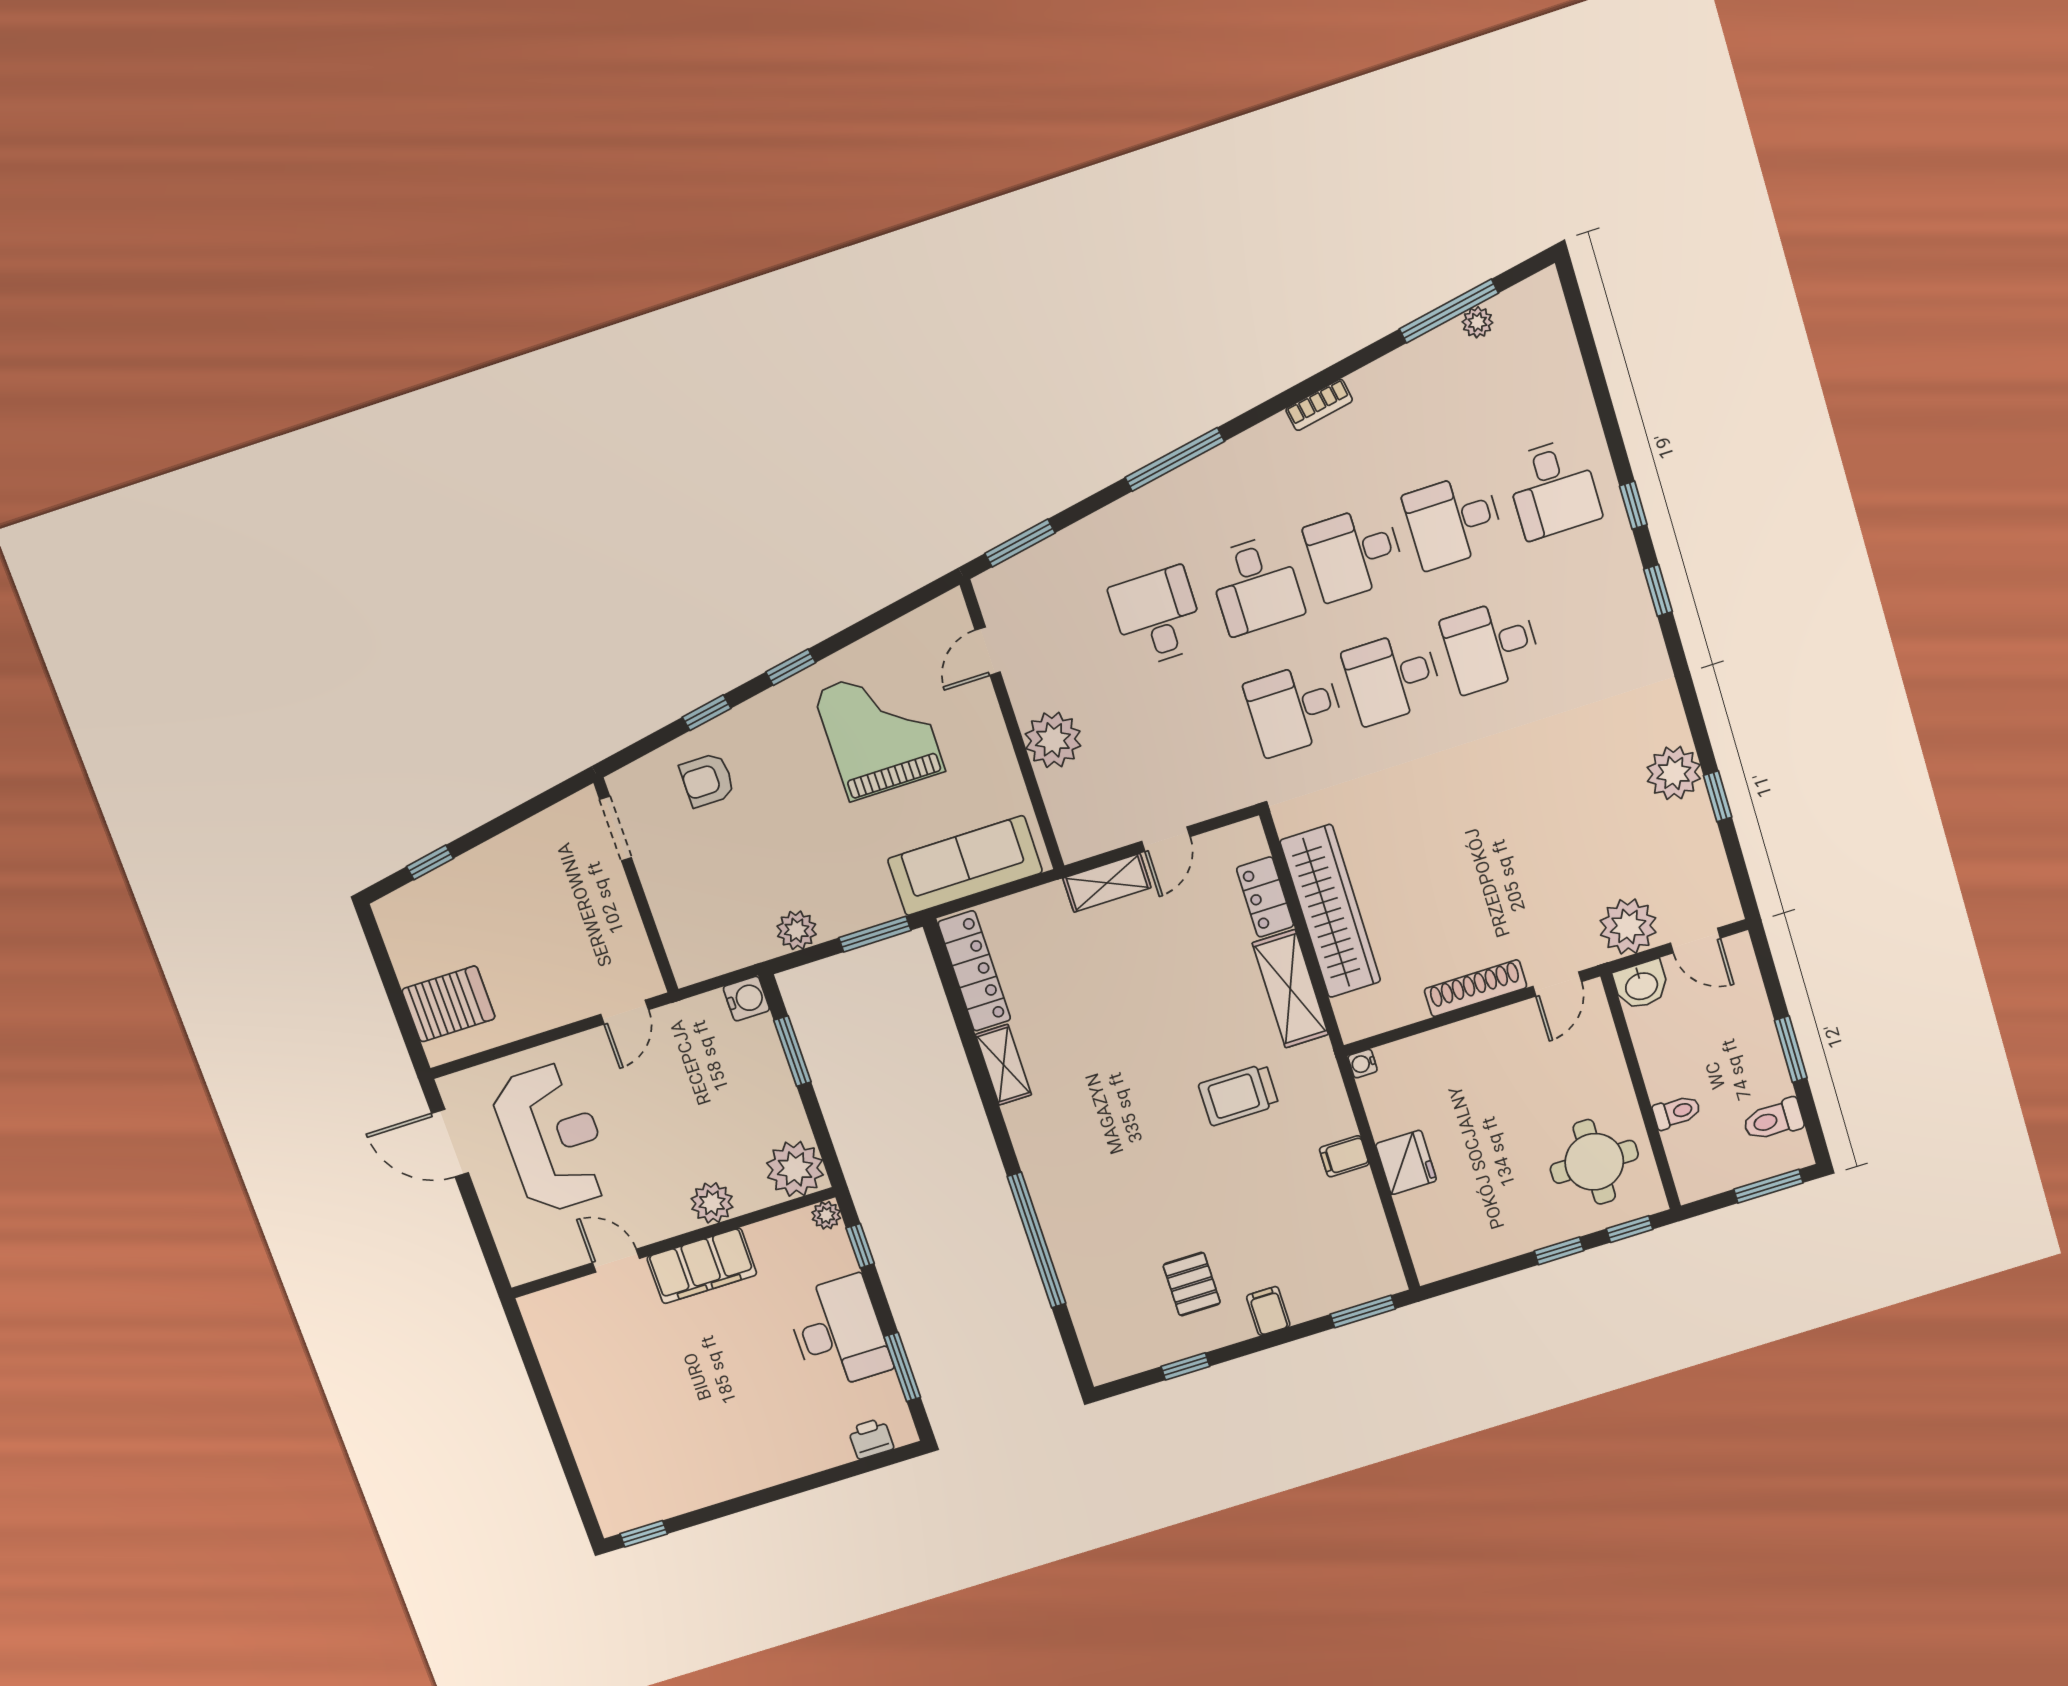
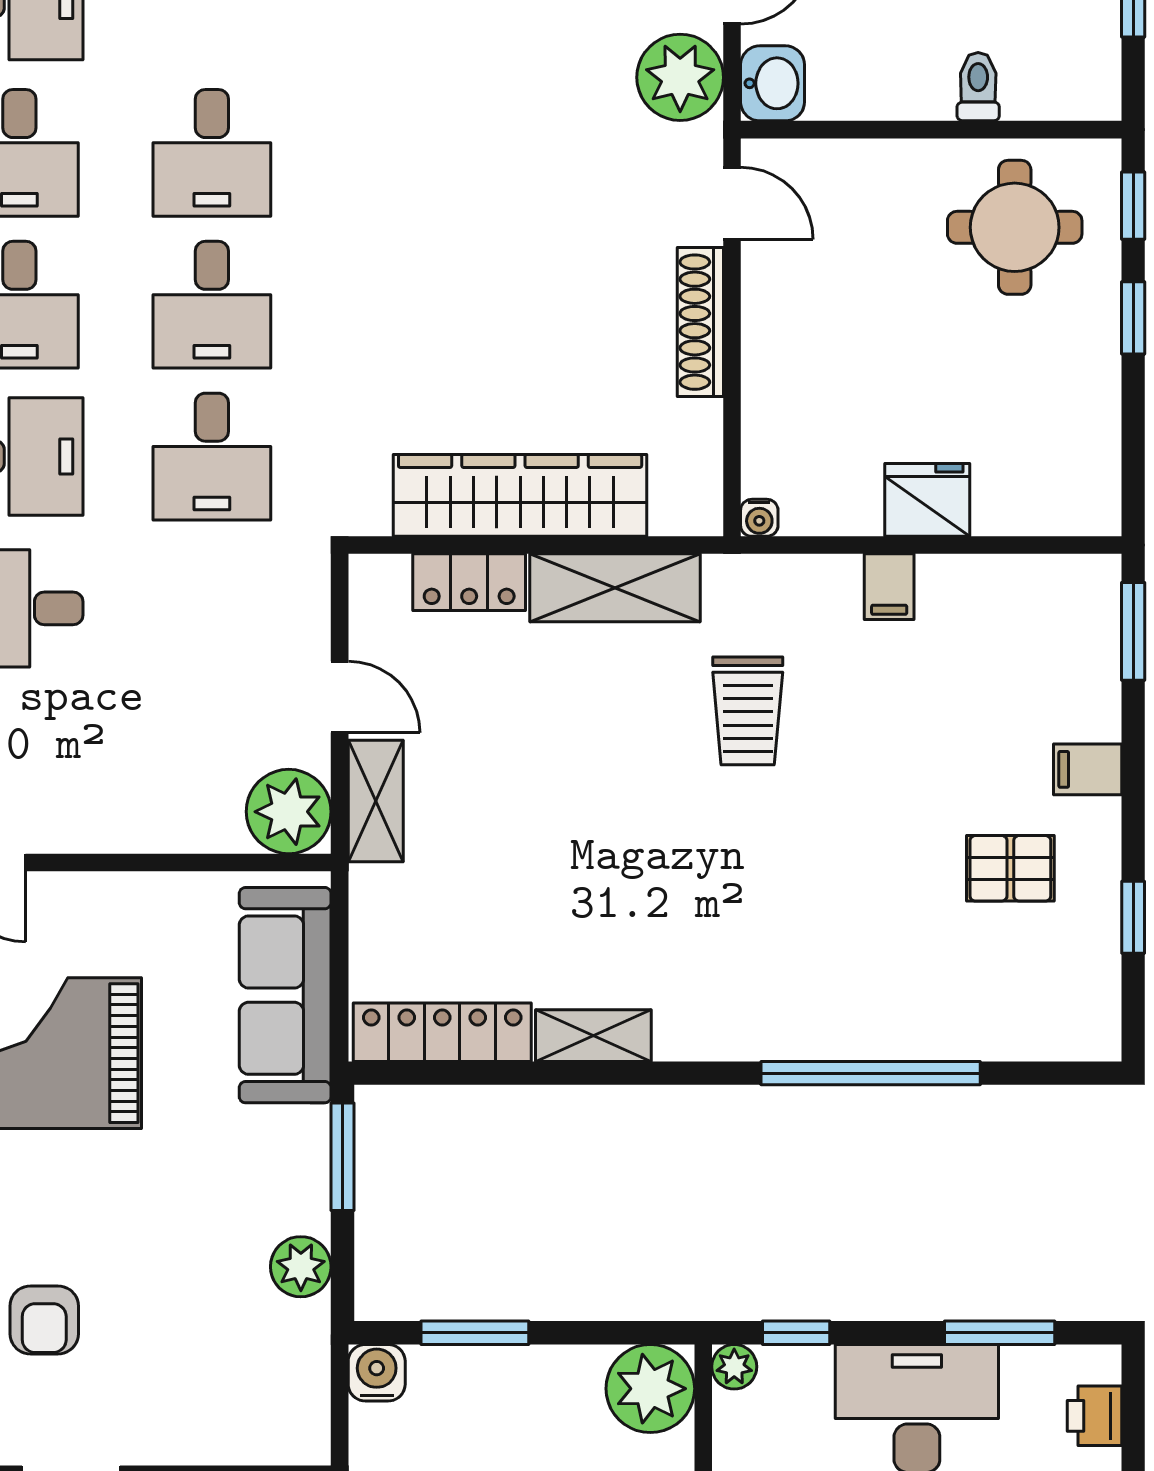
plant: (1053, 740) -> (289, 812), moved

